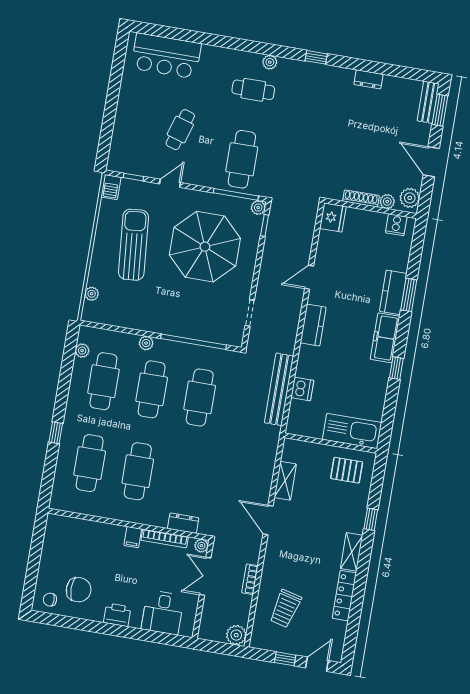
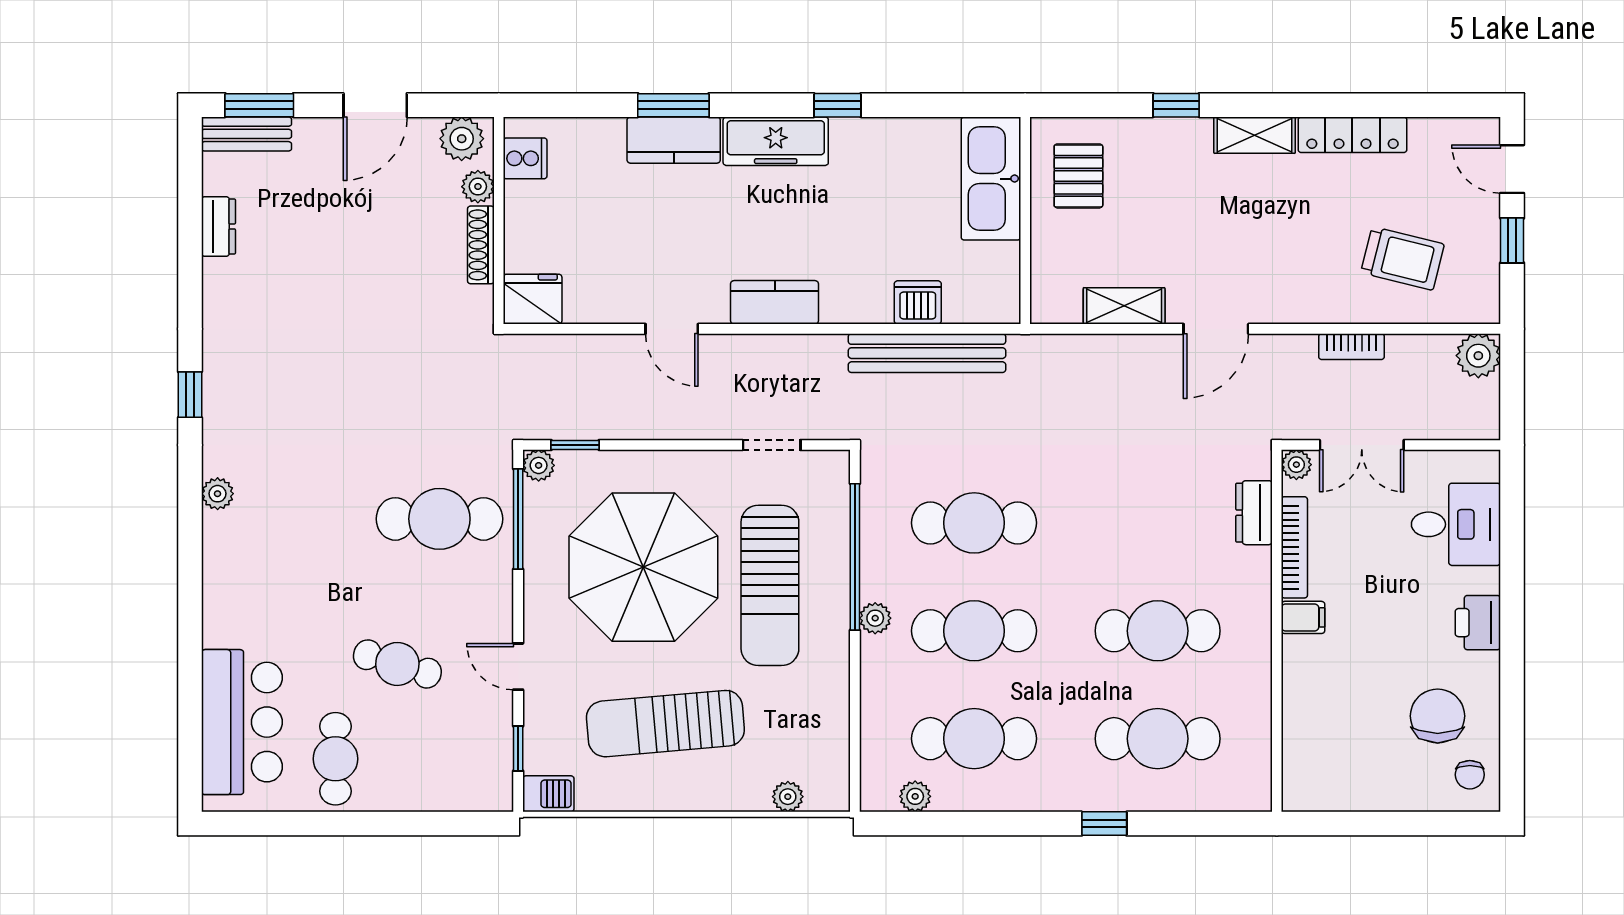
dresser: (368, 79) -> (218, 226), moved
cafe table: (253, 90) -> (336, 759), moved
sun lounger: (187, 302) -> (770, 585), added
plant: (146, 343) -> (875, 618), moved

